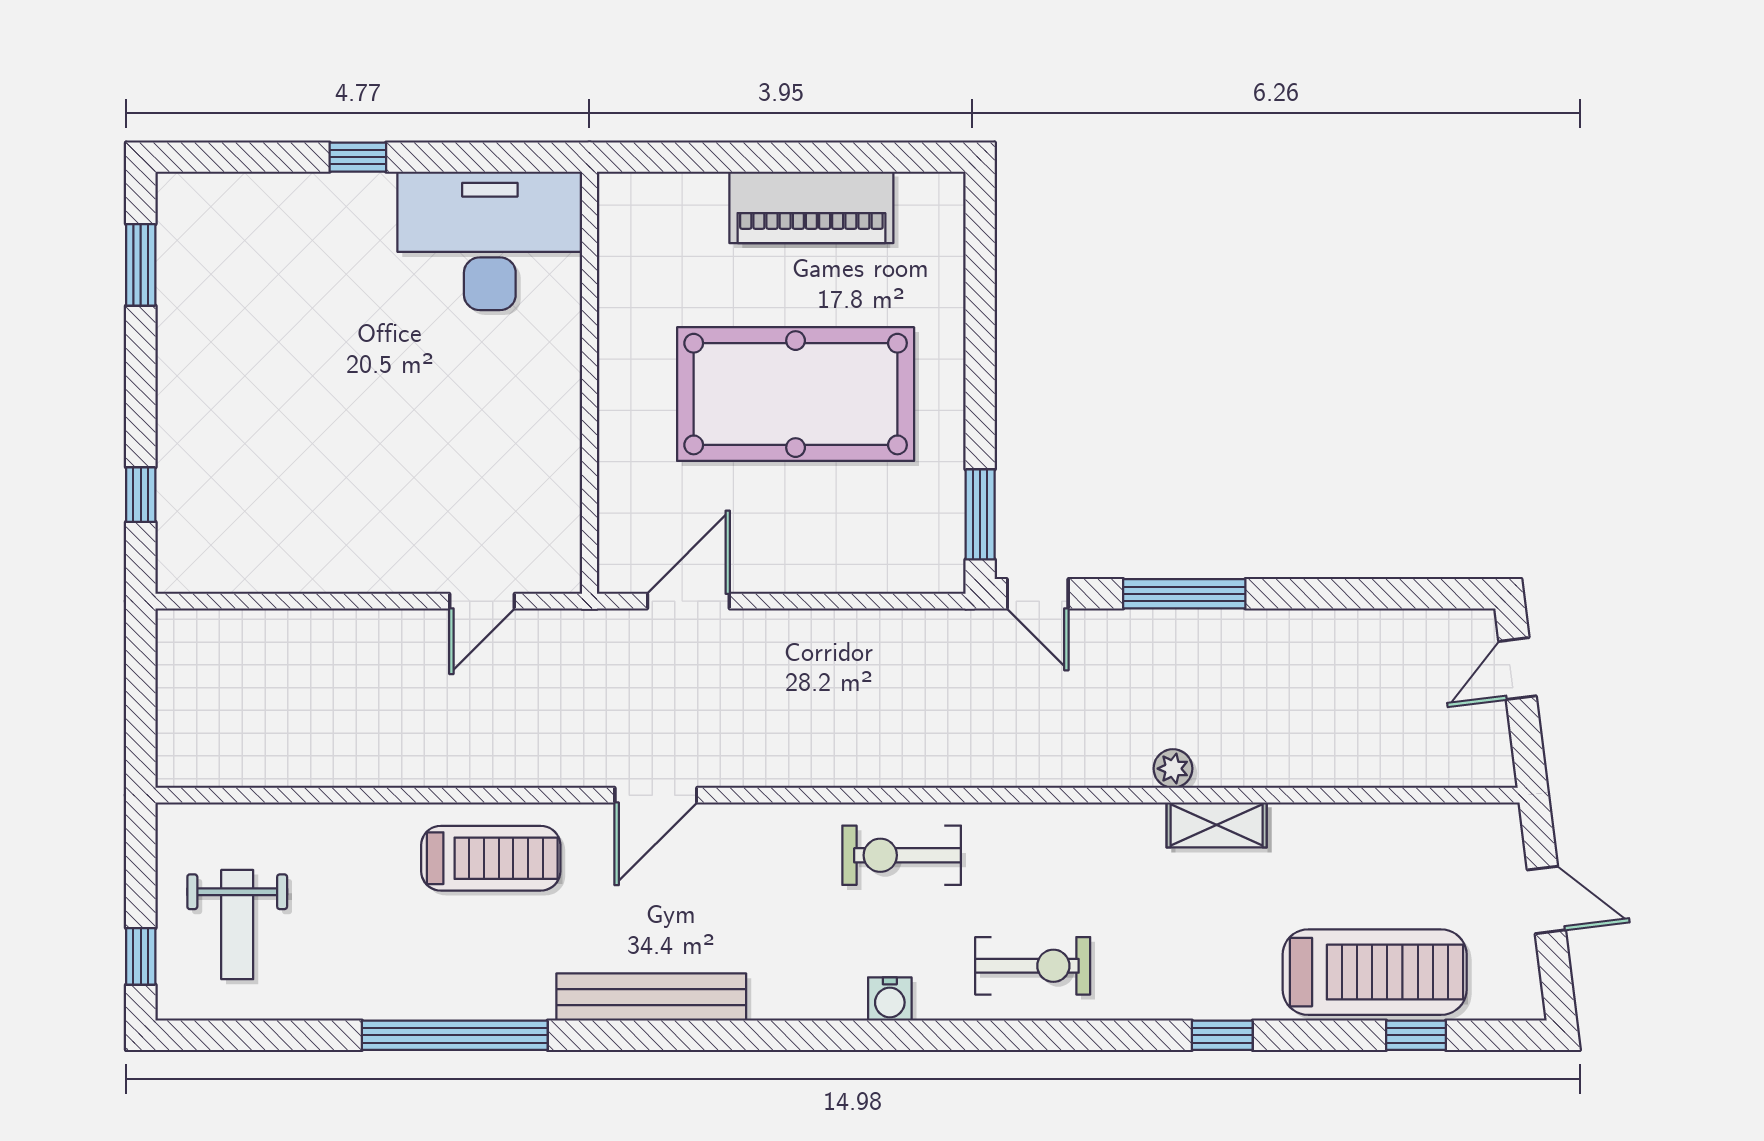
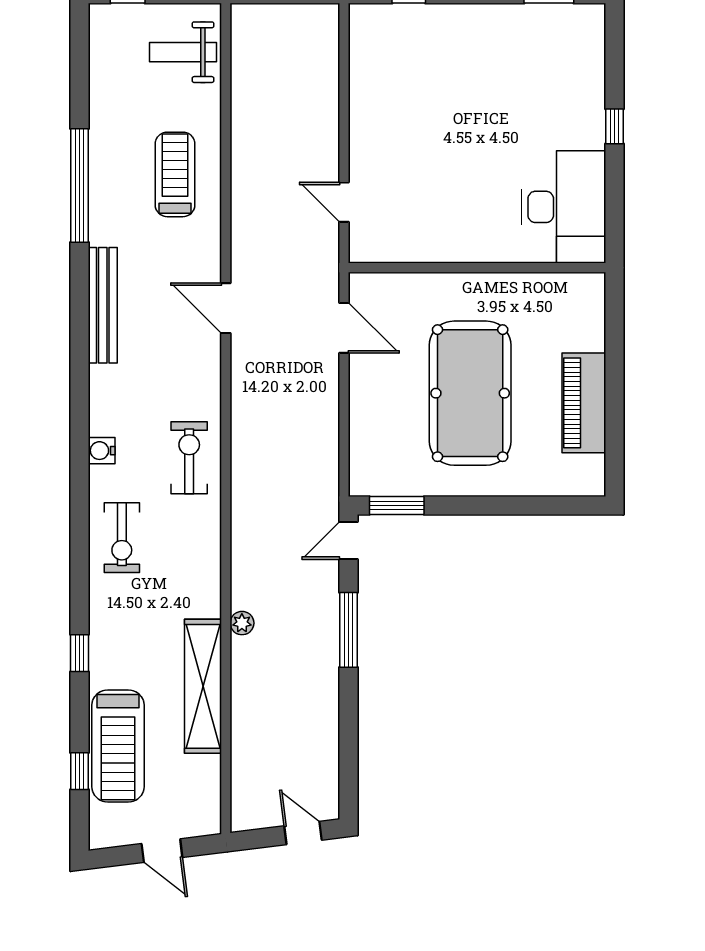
shelving: (1217, 825) -> (203, 686), width x2.20, depth x1.33
treadmill: (491, 858) -> (175, 174), moved, turned 180
door: (1546, 900) -> (162, 851), hinge flipped
weight bench: (237, 925) -> (183, 52), moved

